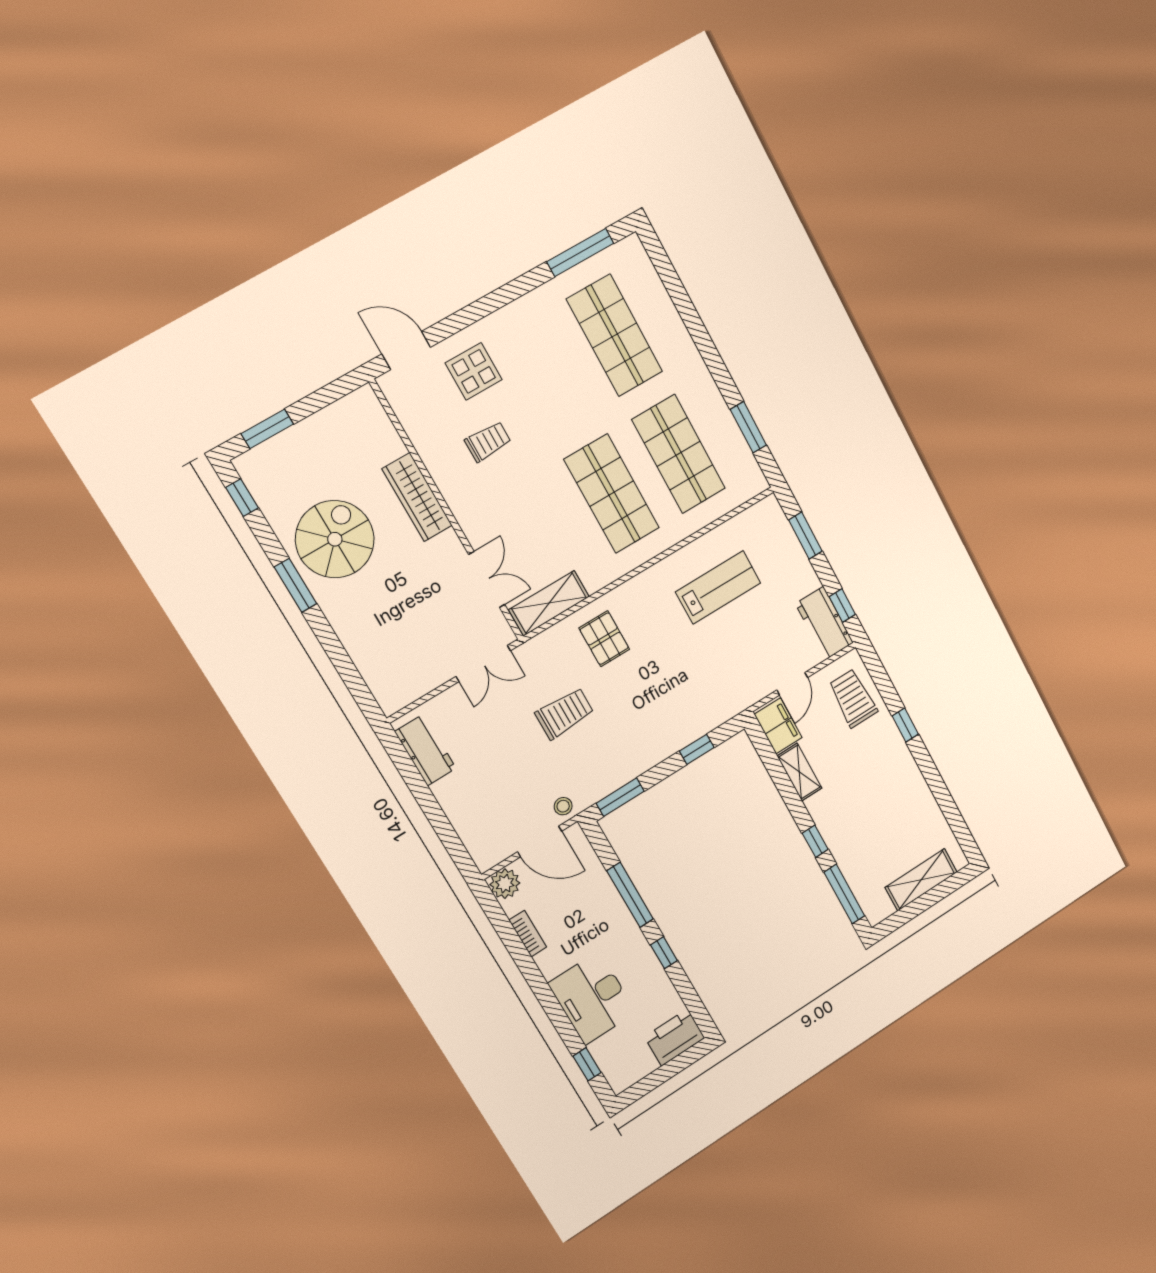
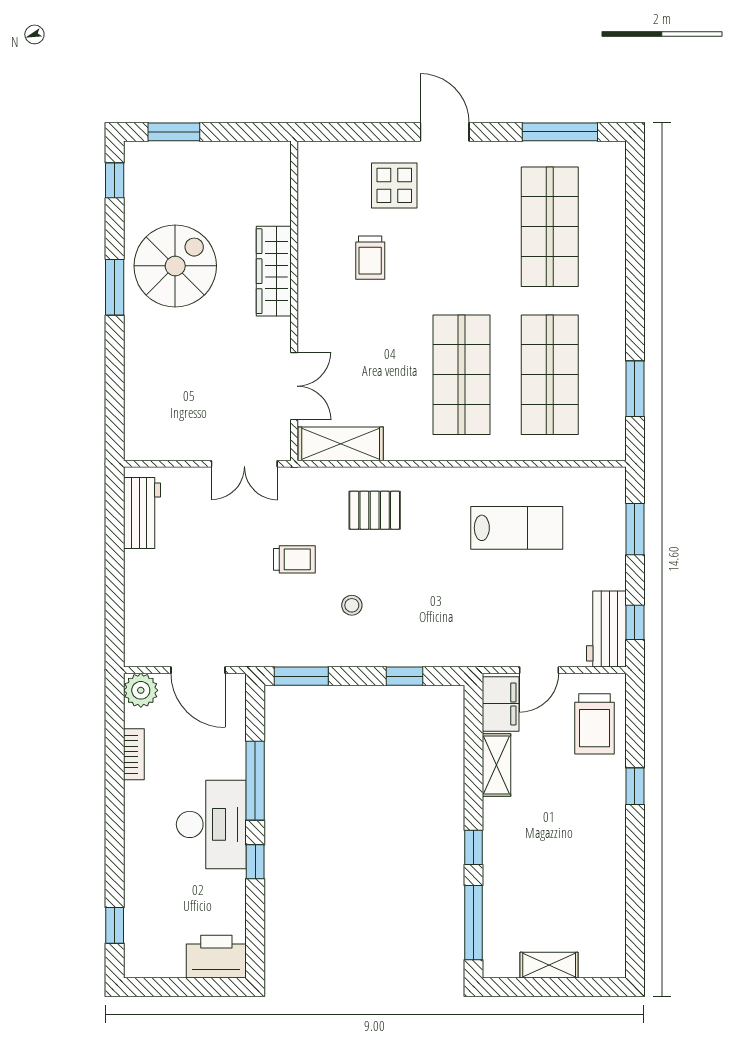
door: (406, 351) -> (445, 132), moved
trolley: (488, 441) -> (370, 258), turned 90
pallet: (604, 639) -> (375, 510), turned 90
trolley: (853, 698) -> (594, 724), turned 180
trolley: (564, 713) -> (294, 559), width x0.73, depth x0.72
stool: (563, 806) -> (352, 605), moved
shelving: (921, 880) -> (549, 965), width x0.67, depth x0.75
desk: (592, 998) -> (211, 824), moved, turned 180

